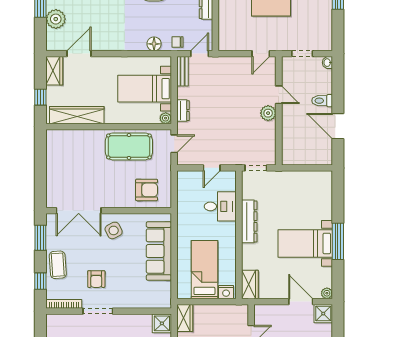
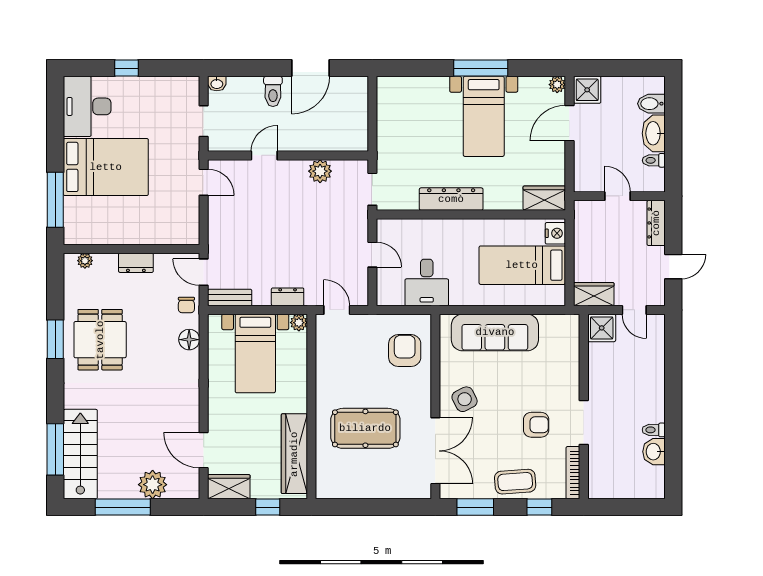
plant: (268, 113) -> (320, 171), moved
pool table: (129, 146) -> (365, 428), moved, turned 90
desk: (220, 206) -> (427, 282), moved, turned 180

